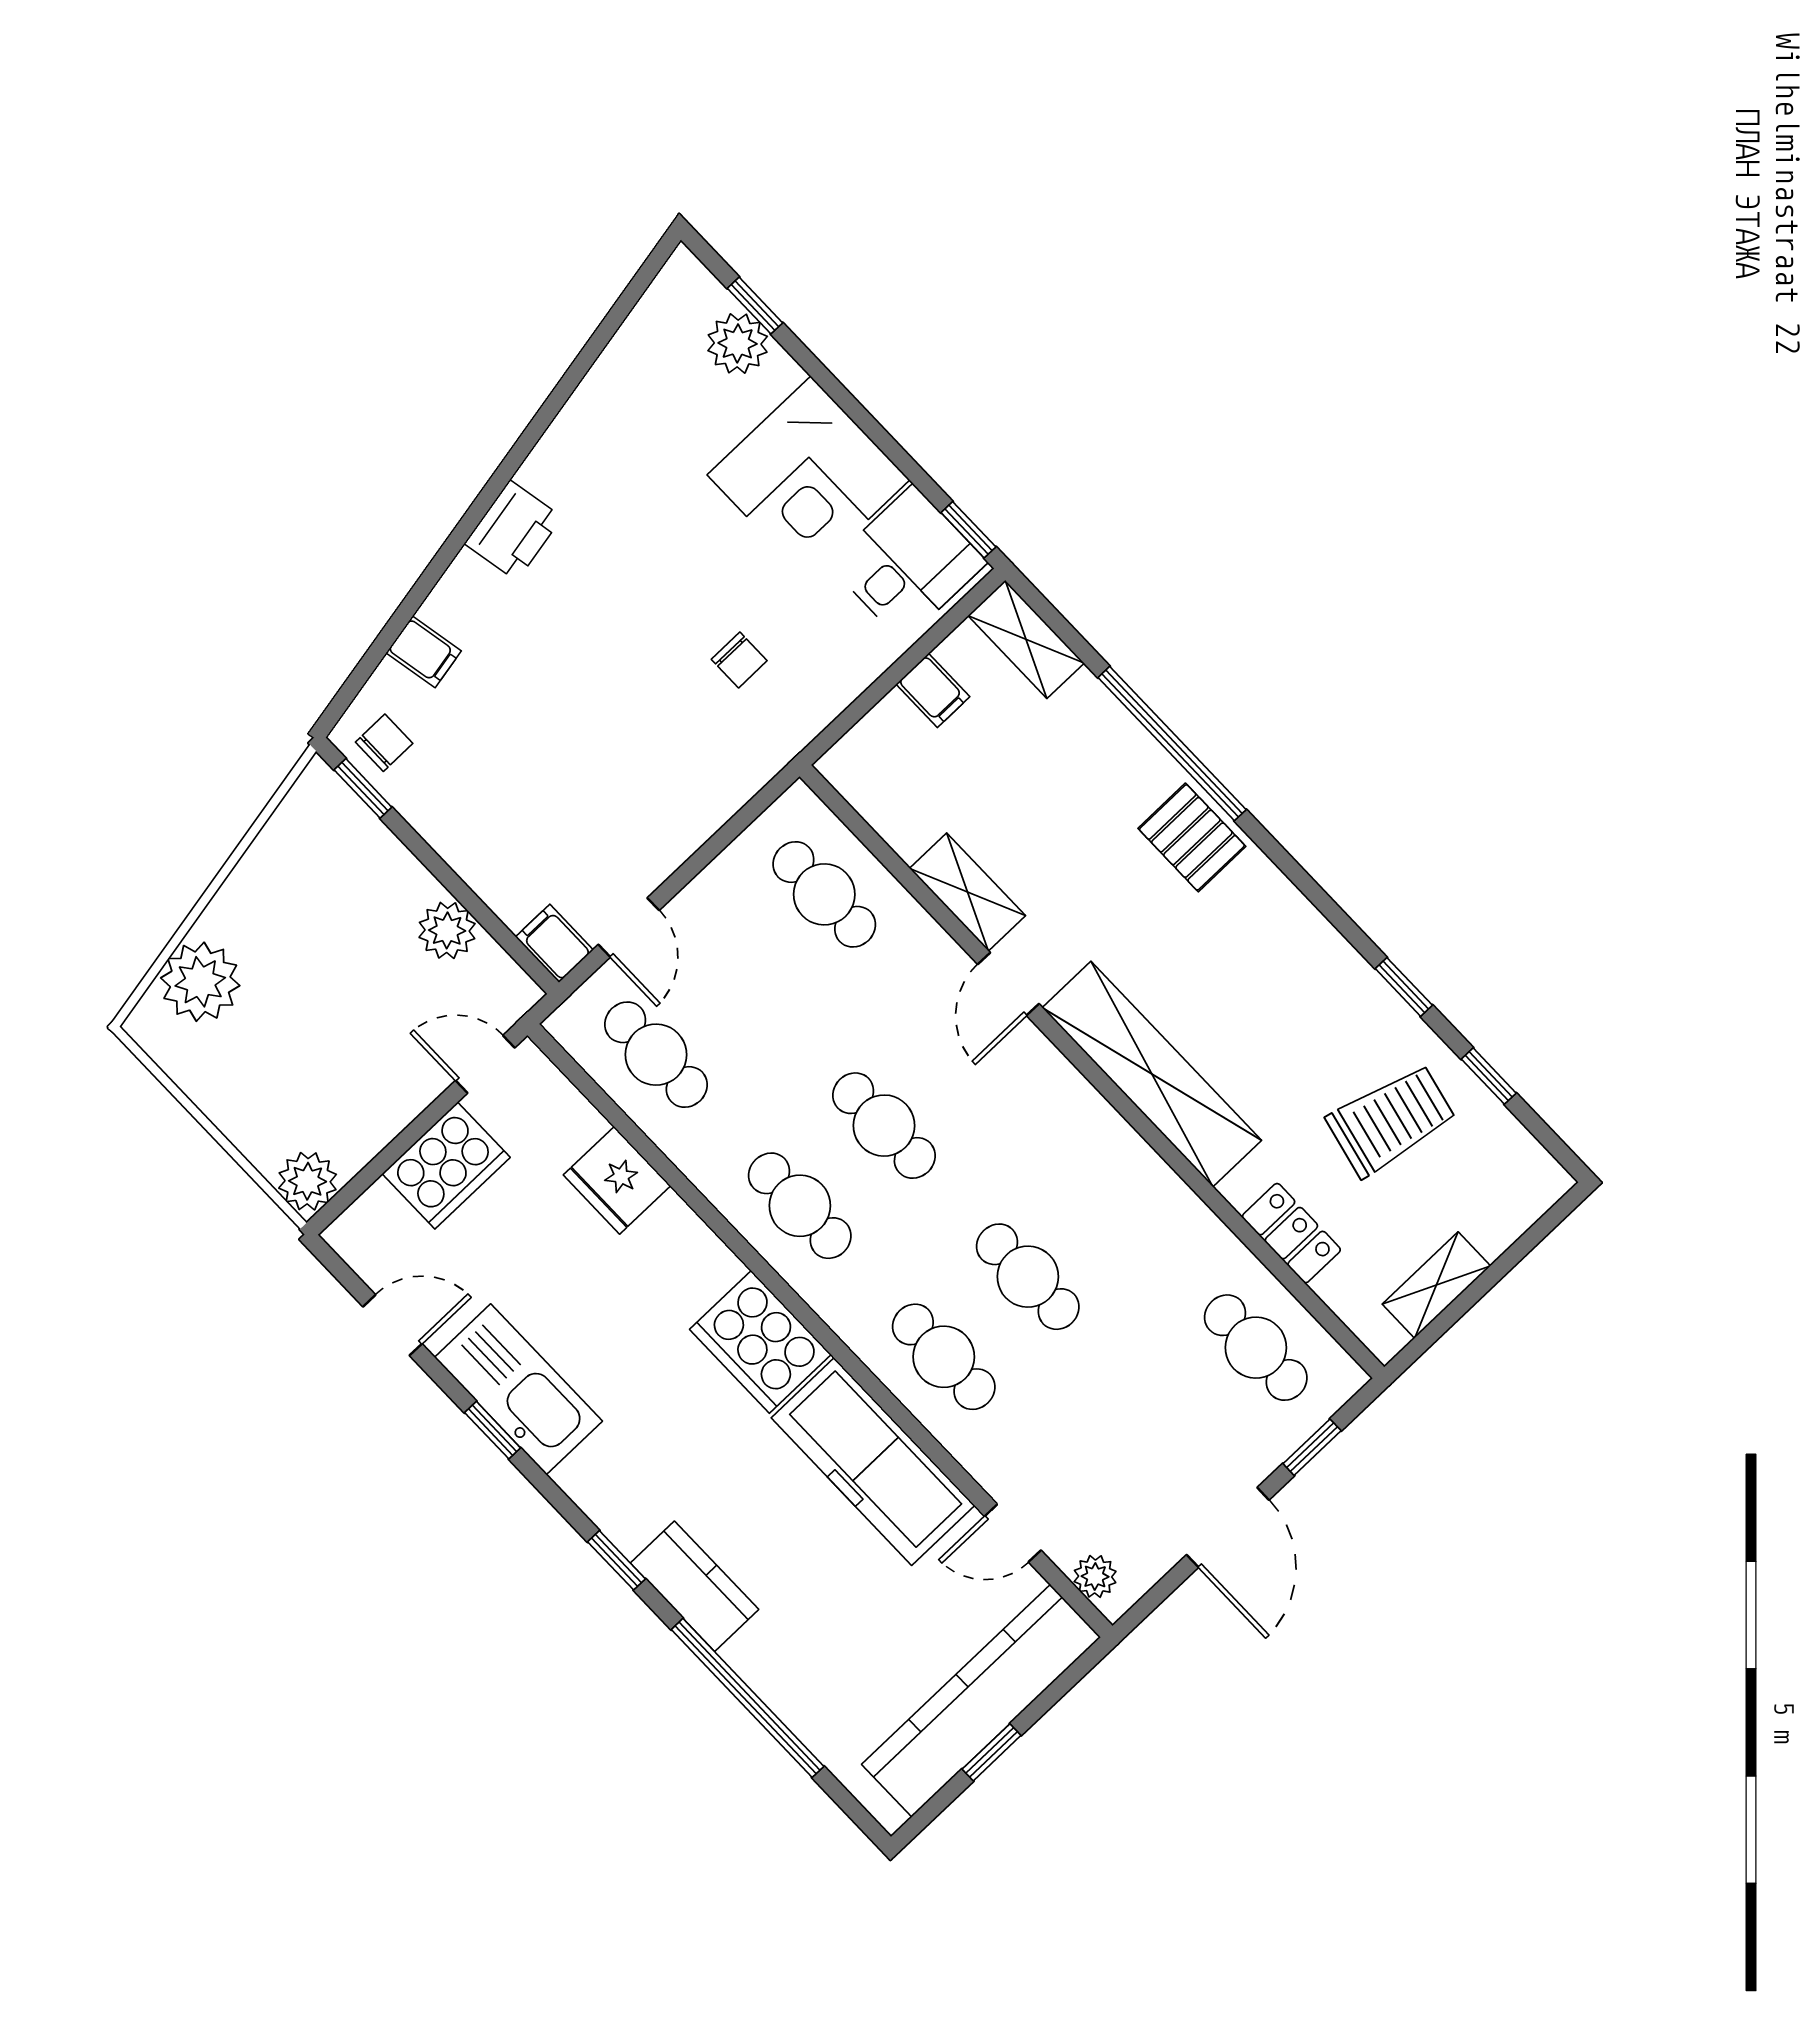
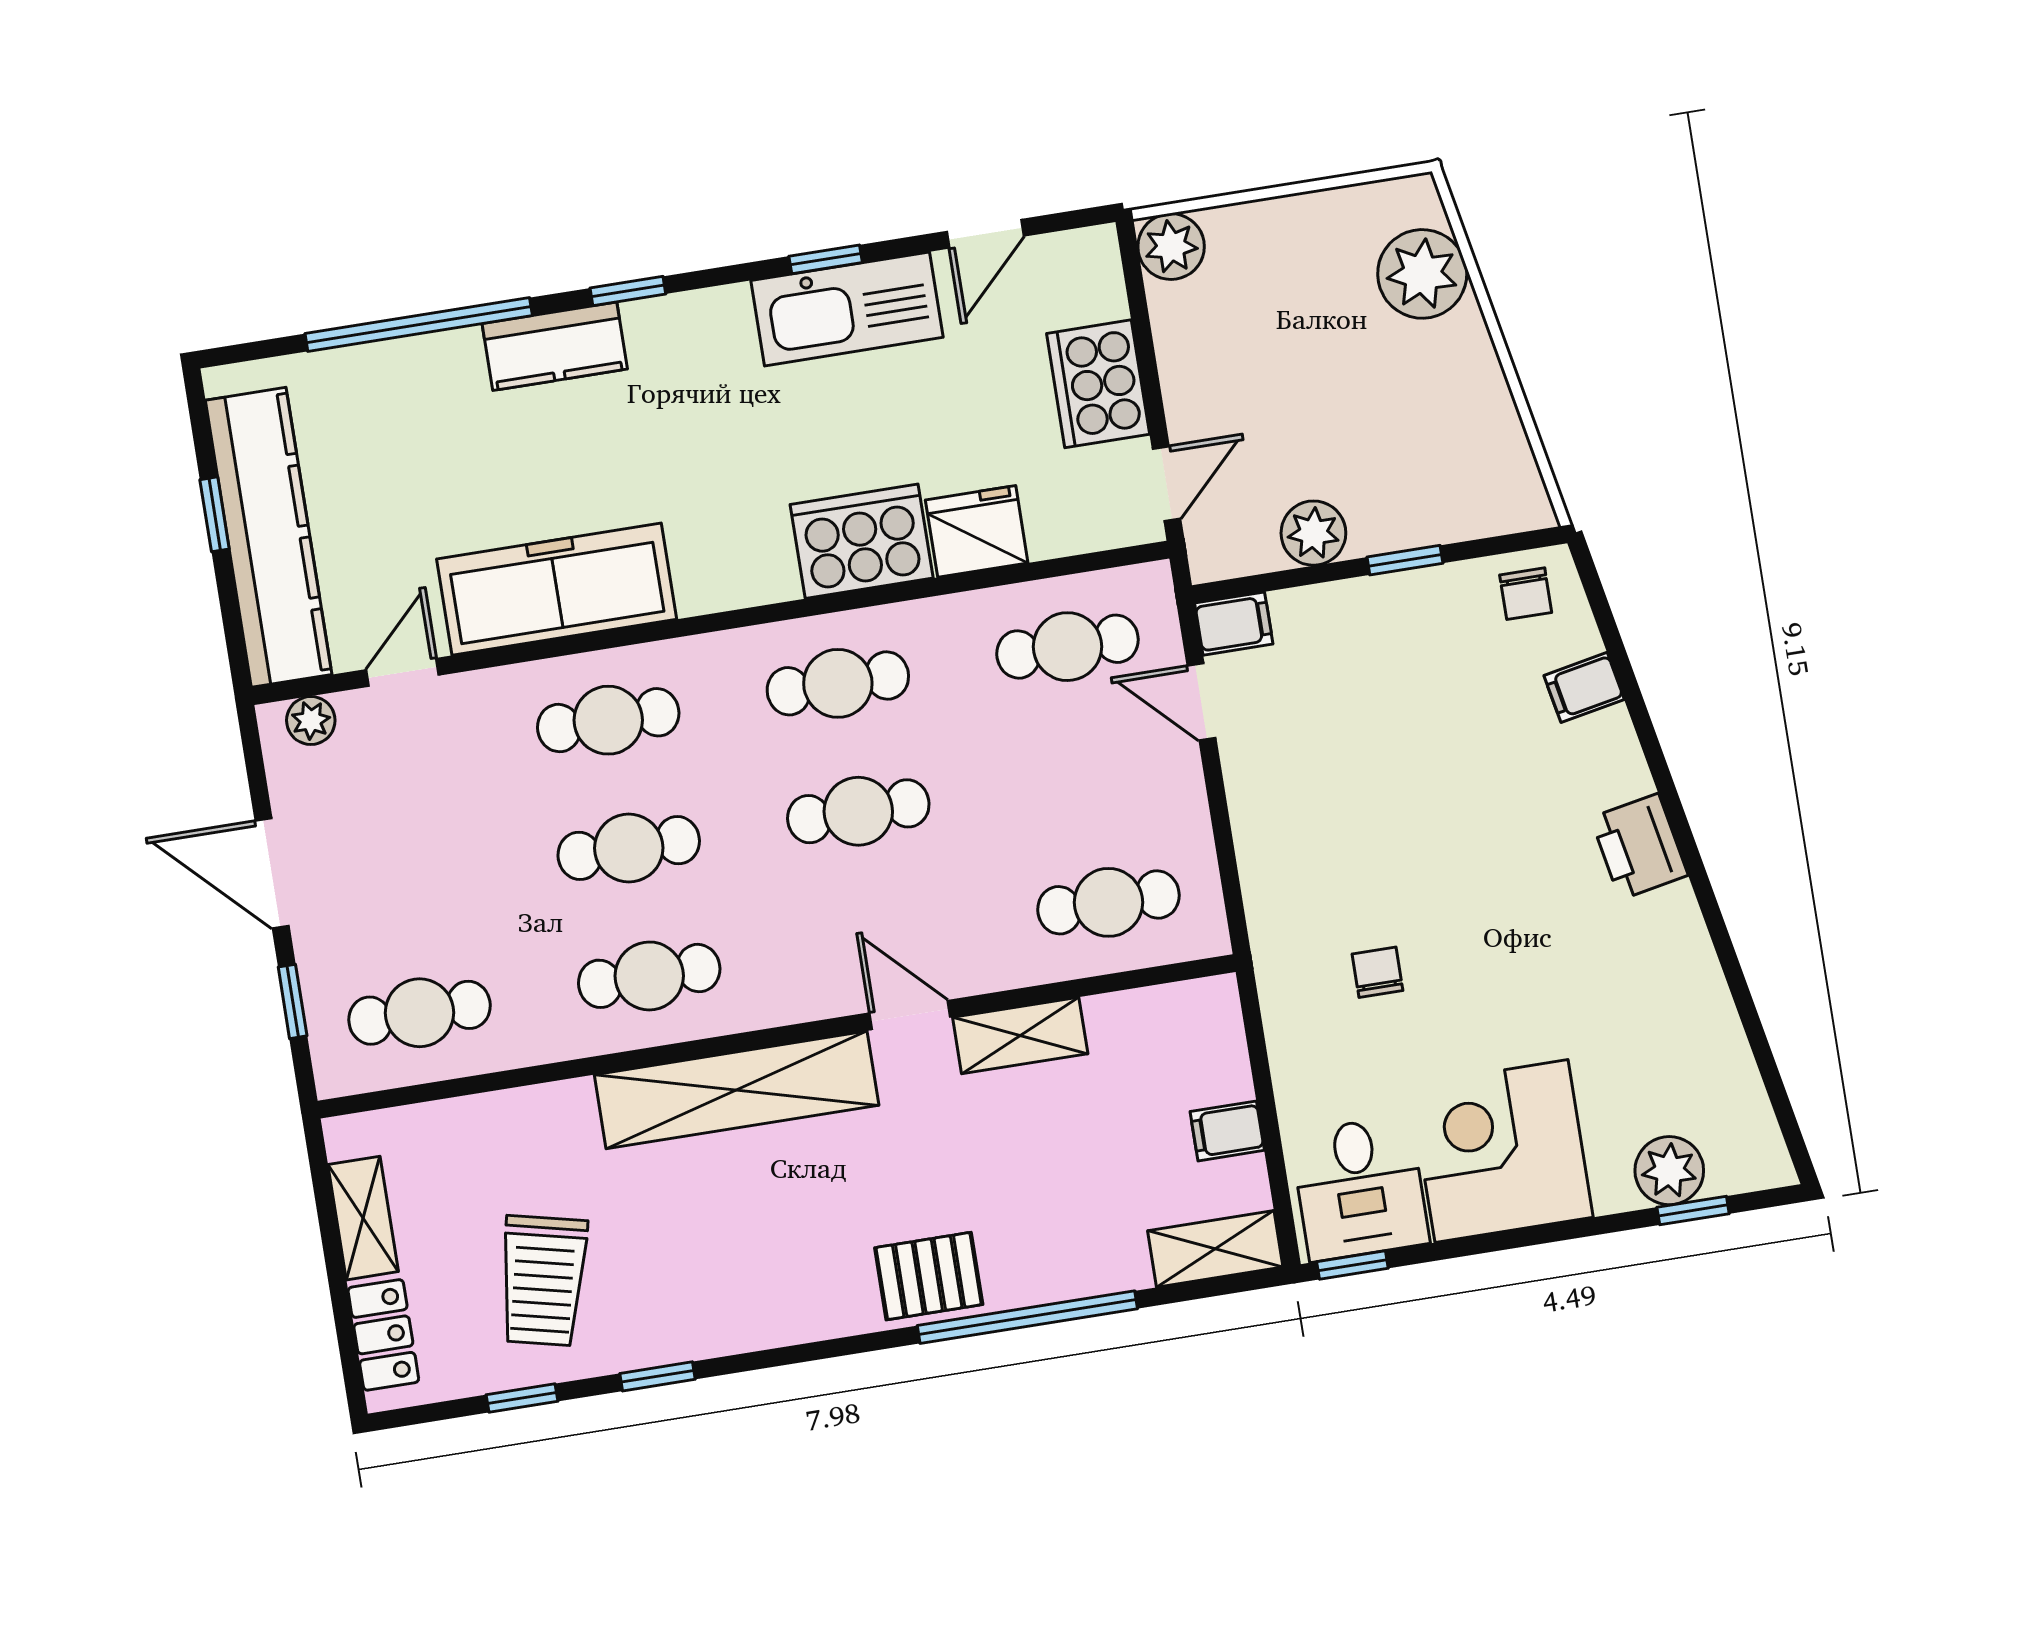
chair: (739, 660) -> (1377, 972), turned 90
window: (363, 788) -> (1405, 560), moved
cafe table: (1112, 1197) -> (649, 976), added
locker: (1291, 1233) -> (383, 1335), moved, turned -90
cooker: (760, 1342) -> (862, 541), moved

